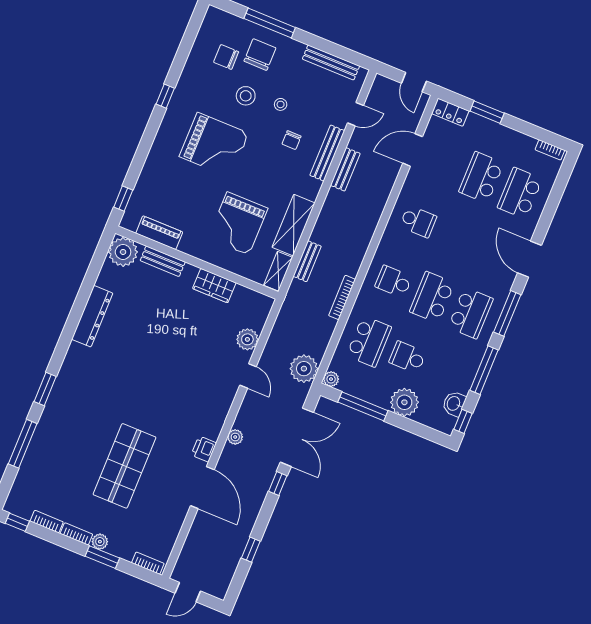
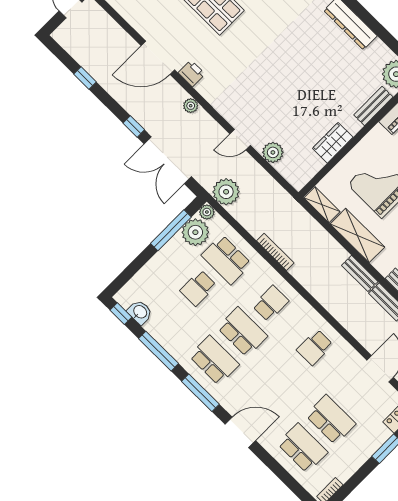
bench: (307, 261) -> (360, 273), moved
school desk: (471, 313) -> (214, 360), turned 180
school desk: (407, 357) -> (198, 288), turned 180
plant: (404, 402) -> (195, 232), moved

